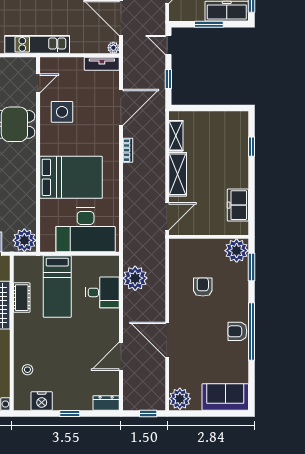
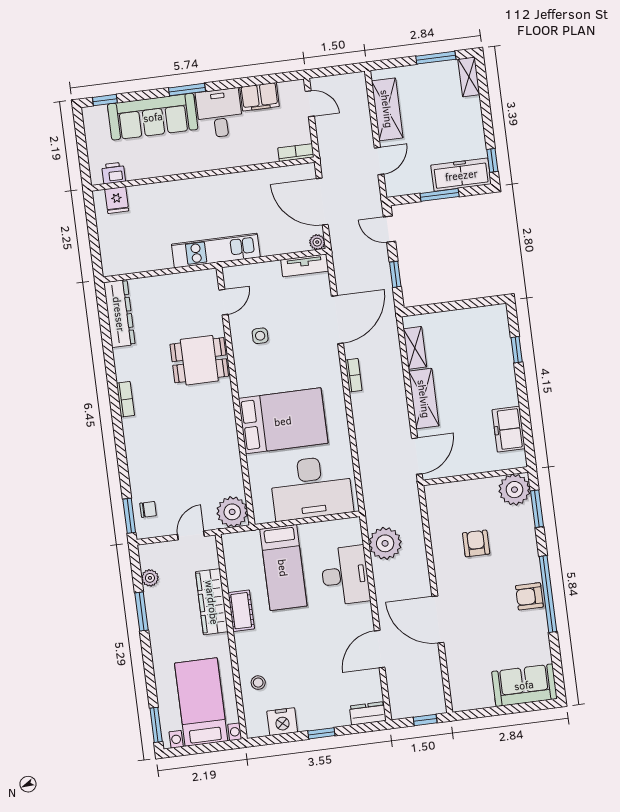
side table: (62, 112) -> (260, 336), width x0.54, depth x0.54
desk: (102, 292) -> (345, 575), width x1.37
cot: (22, 298) -> (241, 611), moved
plant: (180, 399) -> (465, 695), removed

